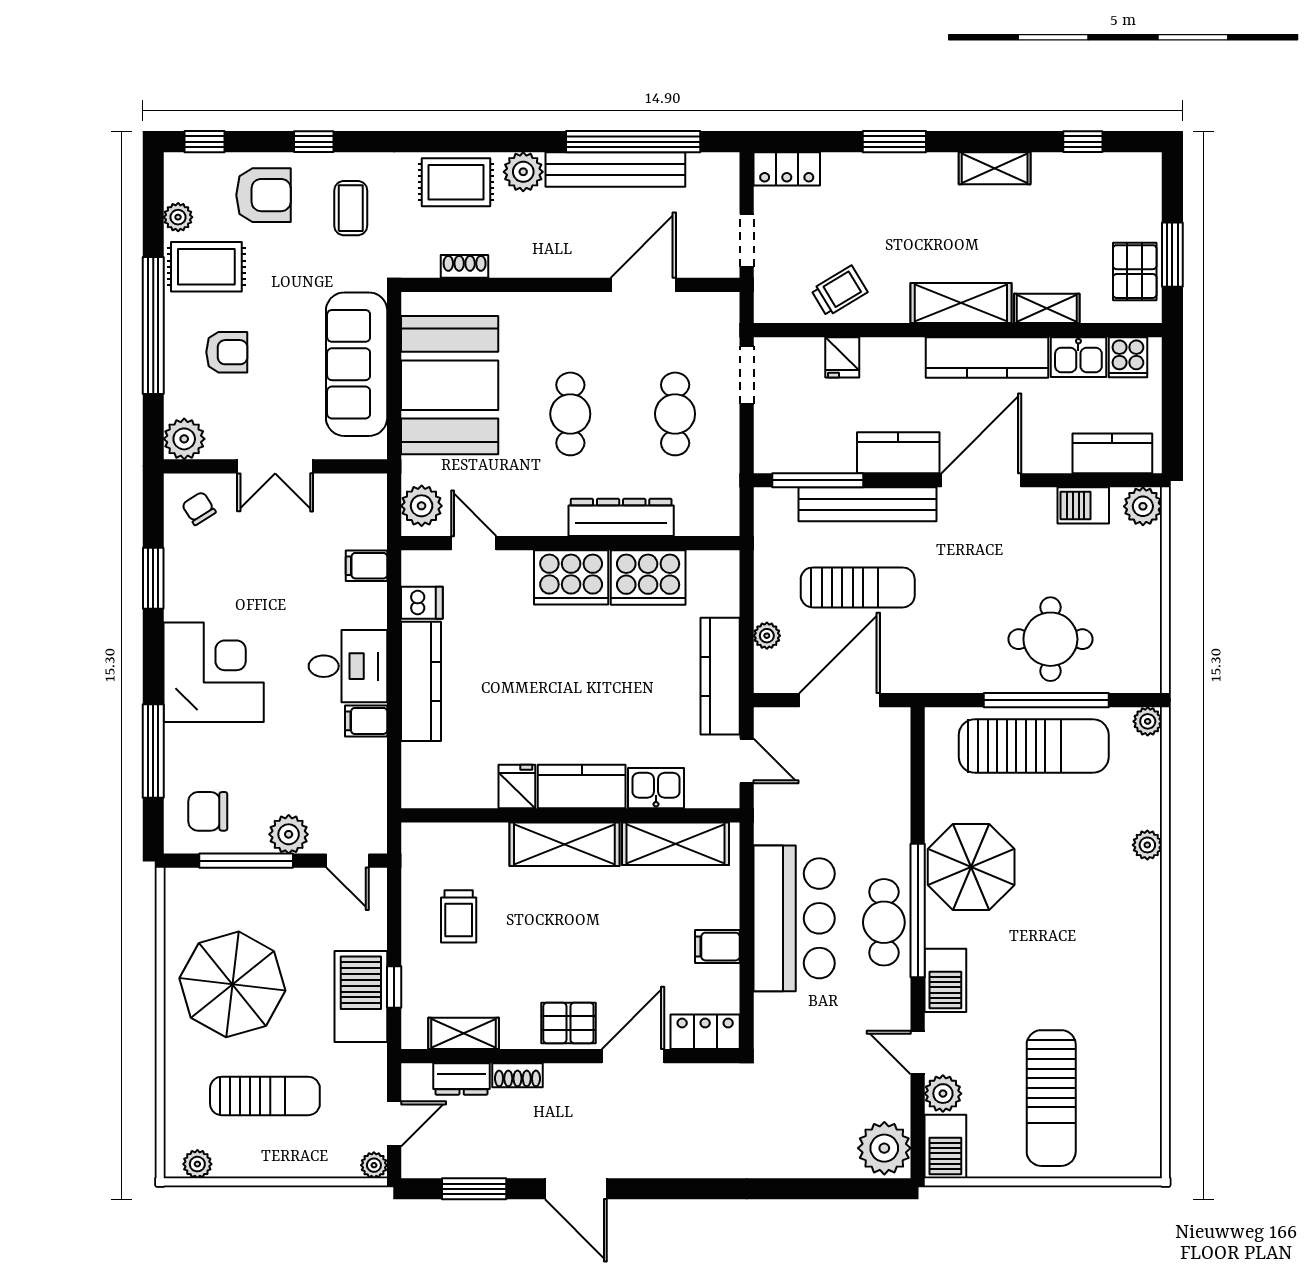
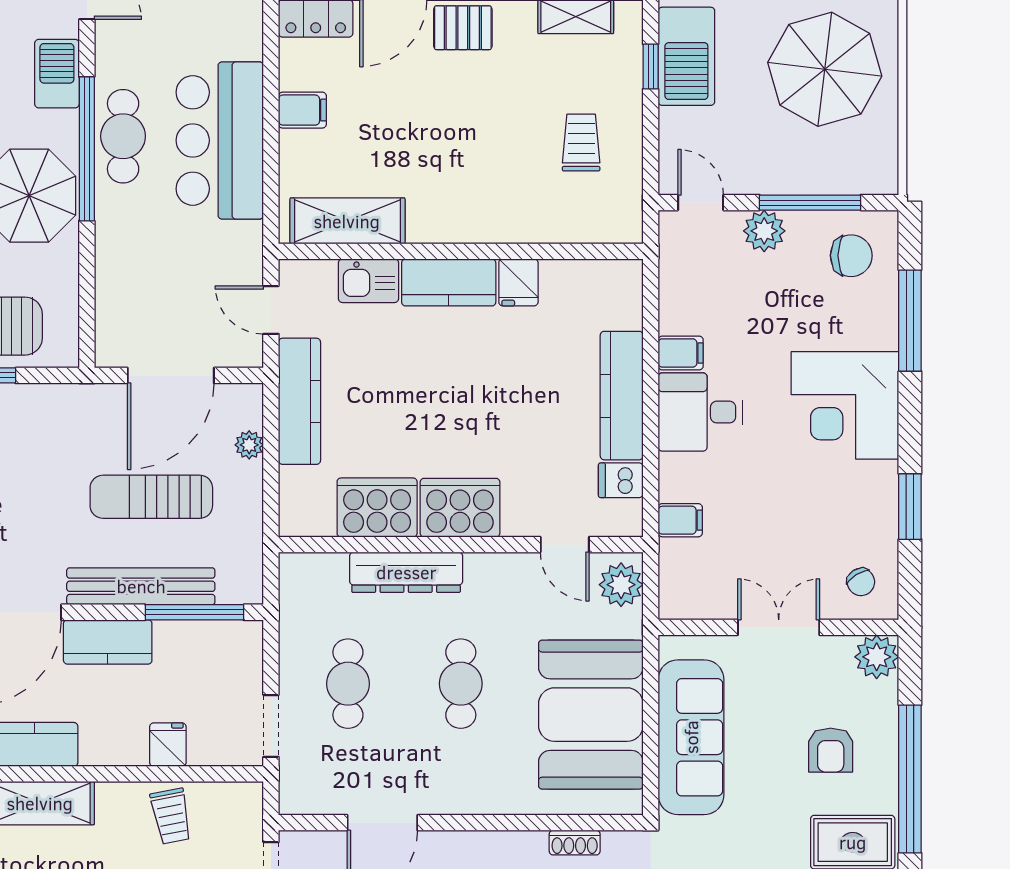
trolley: (839, 291) -> (171, 816), turned -70
armchair: (227, 352) -> (831, 750), turned -90
shelving: (564, 844) -> (467, 220), removed

